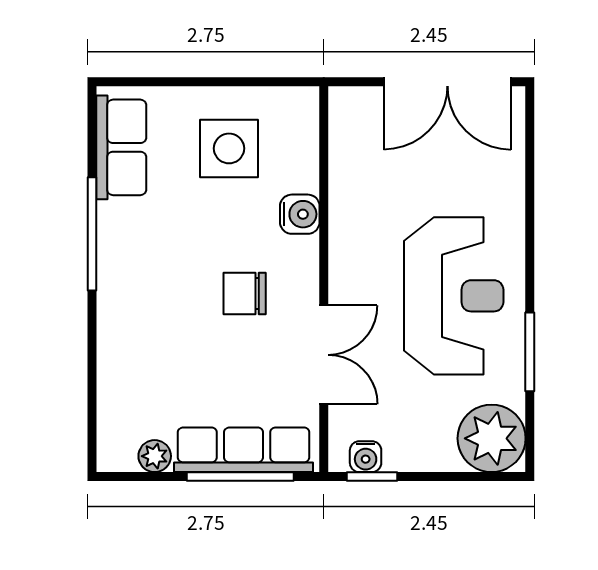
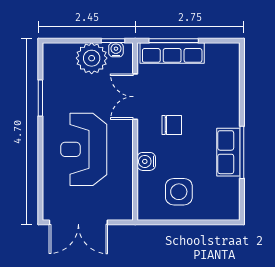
double door: (447, 82) -> (78, 222), swing flipped
row of seats: (121, 147) -> (228, 152), moved
reception desk: (454, 296) -> (84, 149), moved
plant: (492, 438) -> (92, 58), moved
plant: (155, 456) -> (213, 50), removed

